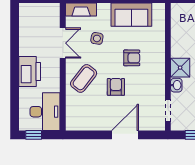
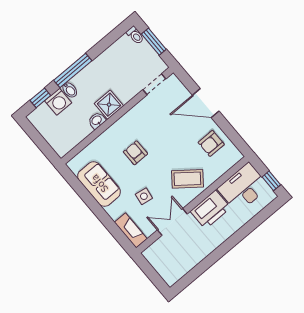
printer: (30, 71) -> (210, 209), moved, turned 180
washbasin: (176, 85) -> (97, 120), moved
armchair: (116, 87) -> (211, 143), moved

